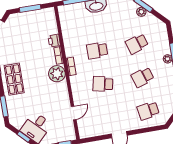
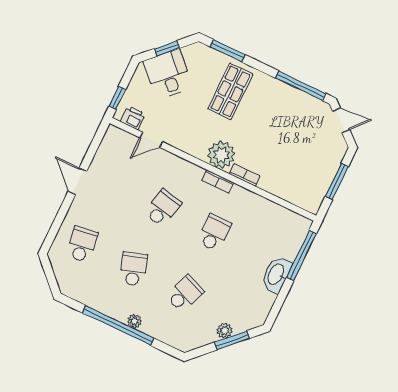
printer: (54, 41) -> (133, 118), moved
school desk: (137, 44) -> (185, 294), turned 39
shop shelf: (14, 79) -> (230, 91), moved, turned 90
door: (74, 113) -> (151, 140), hinge flipped

